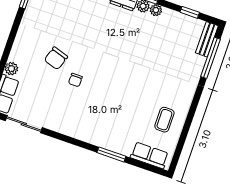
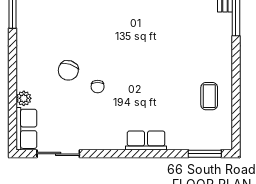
window: (111, 154) -> (205, 154), moved
row of seats: (149, 155) -> (146, 141), moved

